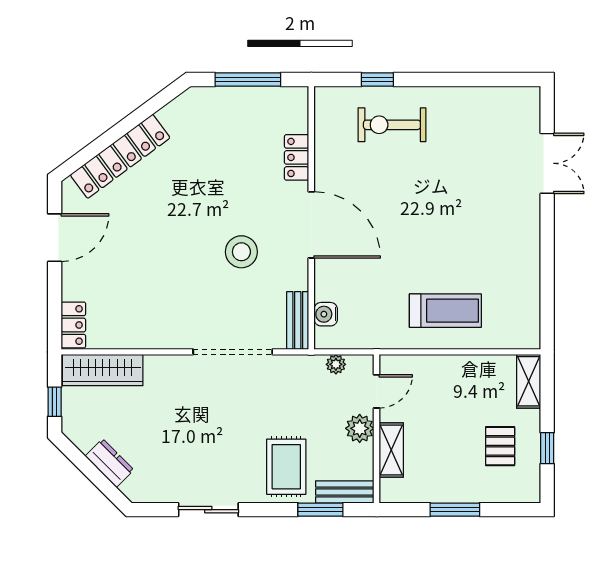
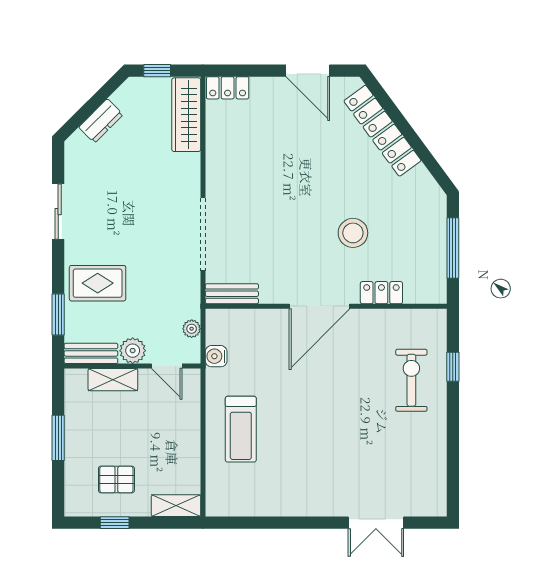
stool: (241, 252) -> (353, 233), moved
water cooler: (326, 314) -> (216, 356), moved, turned -90
bench: (345, 492) -> (91, 353), moved, turned 90

